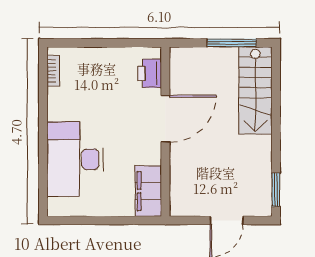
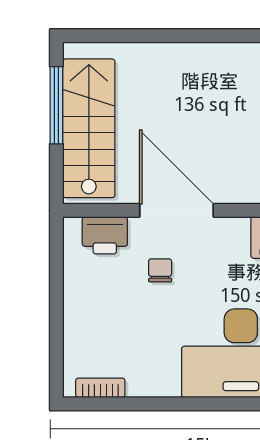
stairs: (255, 91) -> (89, 128), moved, turned -90
chair: (128, 108) -> (160, 270), added

